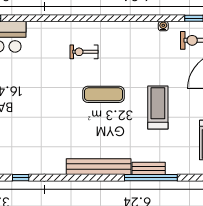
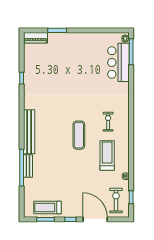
treadmill: (158, 108) -> (107, 155), moved, turned -90

